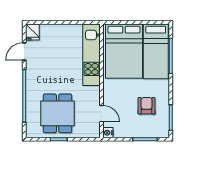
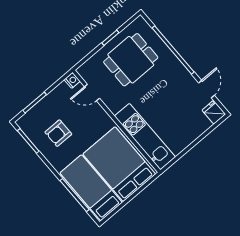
armchair: (147, 106) -> (58, 133), turned 90
dining table: (58, 113) -> (131, 60), turned 90

